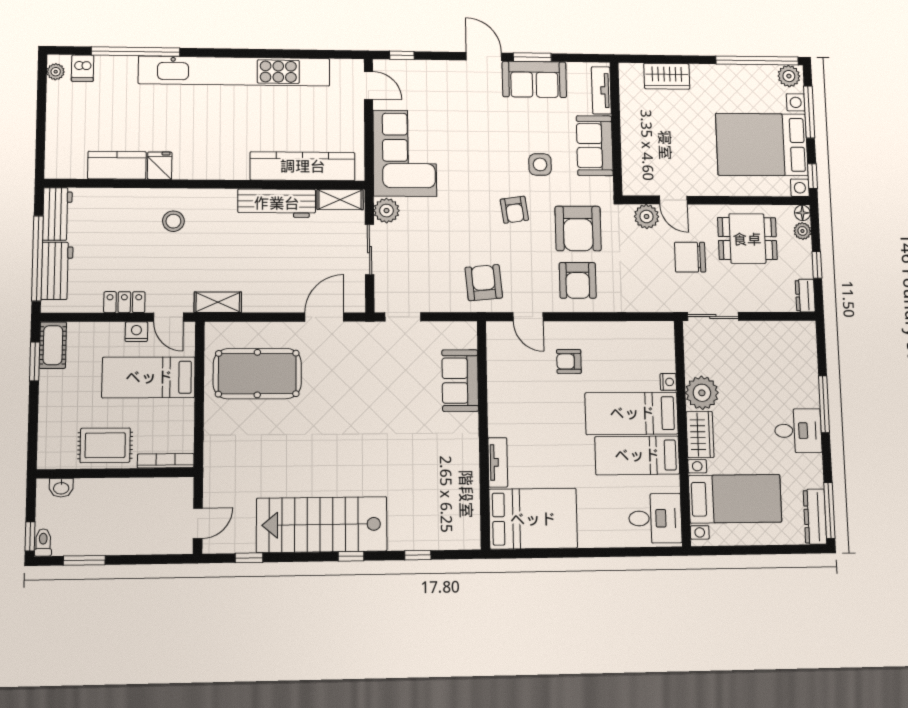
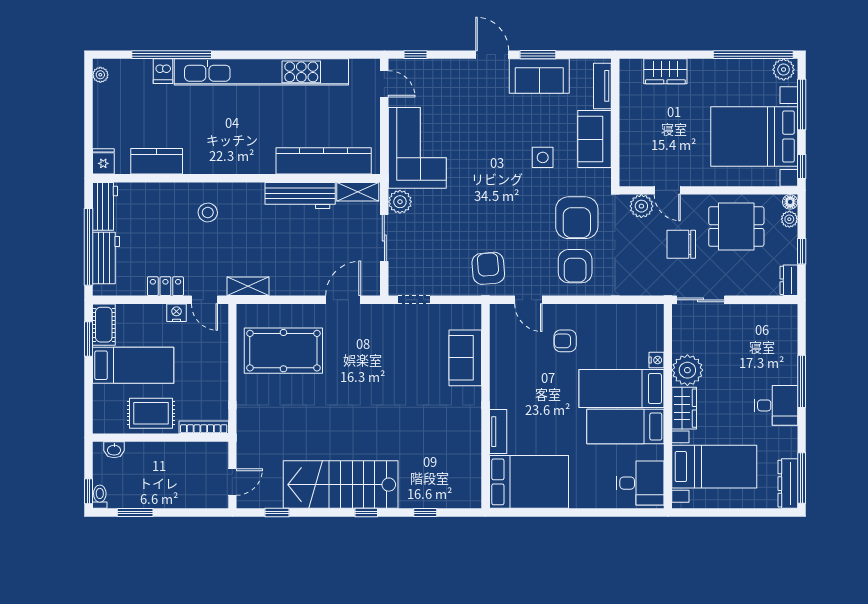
dishwasher: (83, 68) -> (163, 71), moved
fridge: (160, 166) -> (103, 161), moved
armchair: (514, 210) -> (518, 200), removed
bed: (149, 377) -> (133, 365), moved, turned 180

